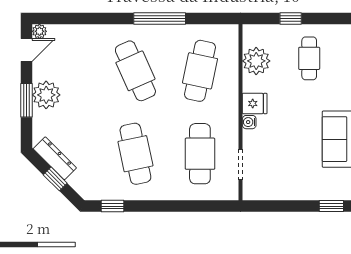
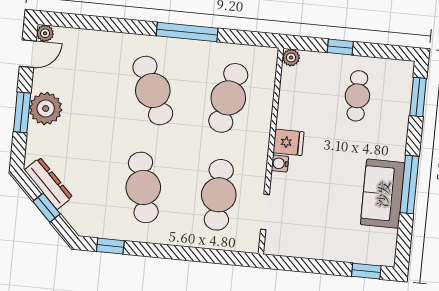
plant: (256, 61) -> (291, 58), moved, width x0.53, depth x0.53

